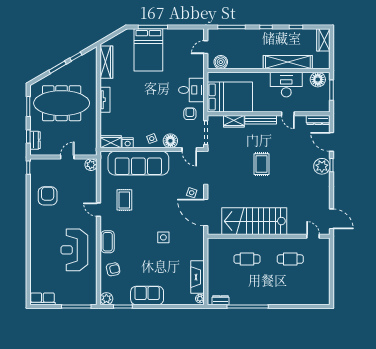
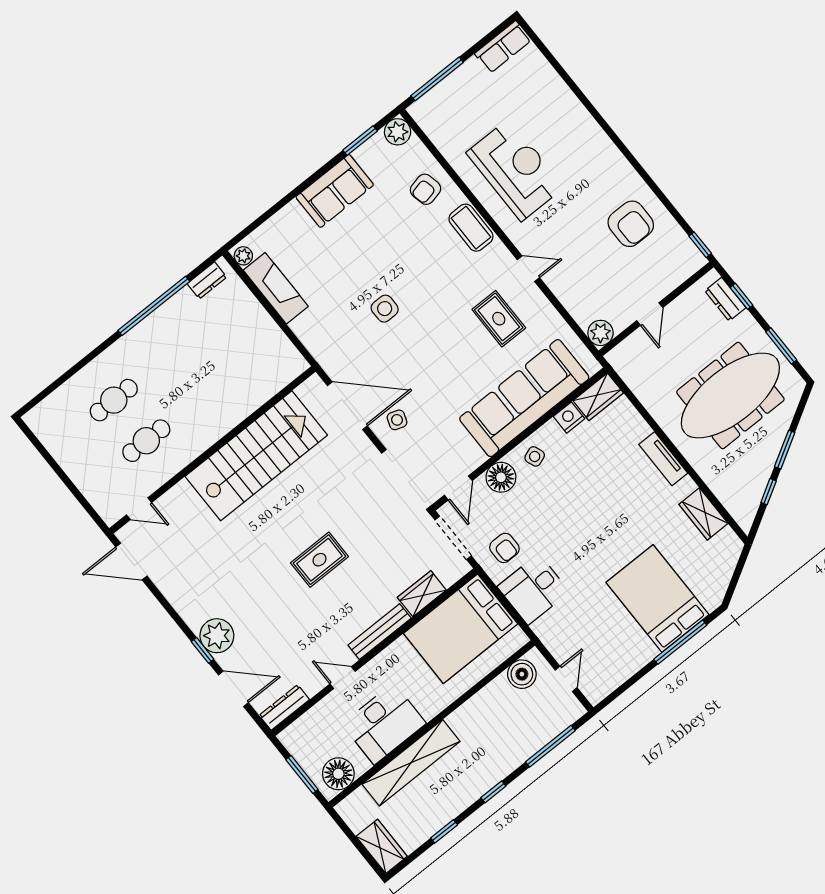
wardrobe: (106, 62) -> (703, 514), width x0.67
door: (189, 149) -> (458, 488), swing flipped
rug: (262, 164) -> (320, 560), turned 90
cafe table: (247, 259) -> (114, 400), moved

